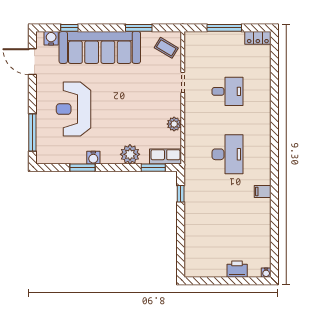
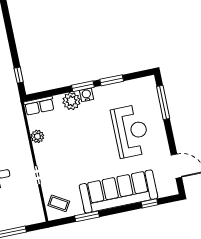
water cooler: (51, 38) -> (164, 191), removed
water cooler: (93, 158) -> (86, 95), moved
window: (153, 168) -> (83, 86), moved

